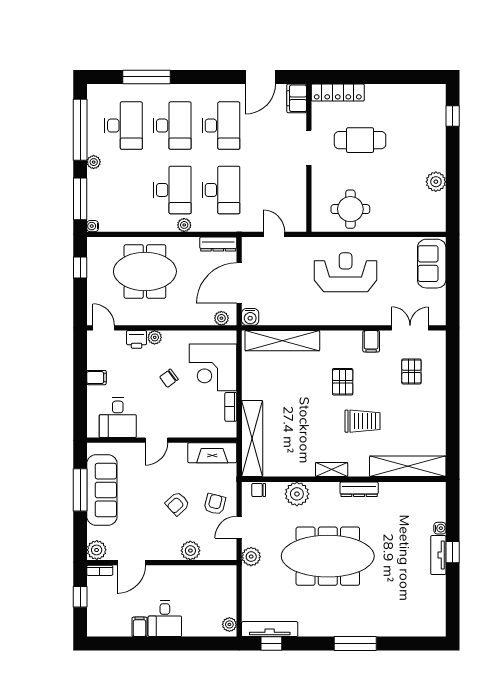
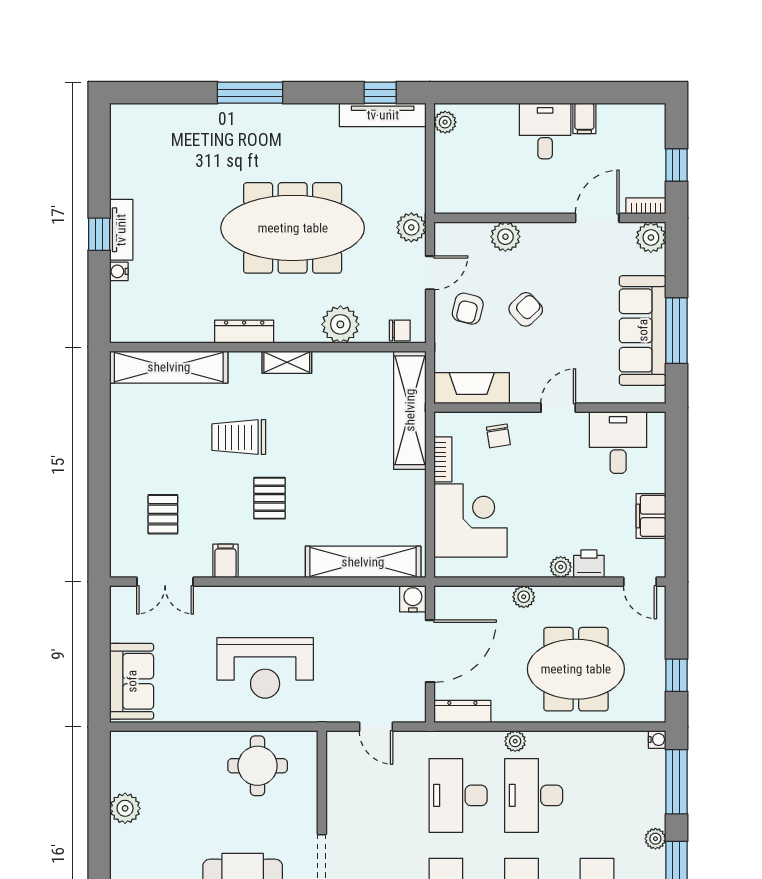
plant: (221, 318) -> (524, 597), moved
filing cabinet: (96, 378) -> (651, 516), width x2.00
chair: (169, 378) -> (498, 436), moved, turned 118

